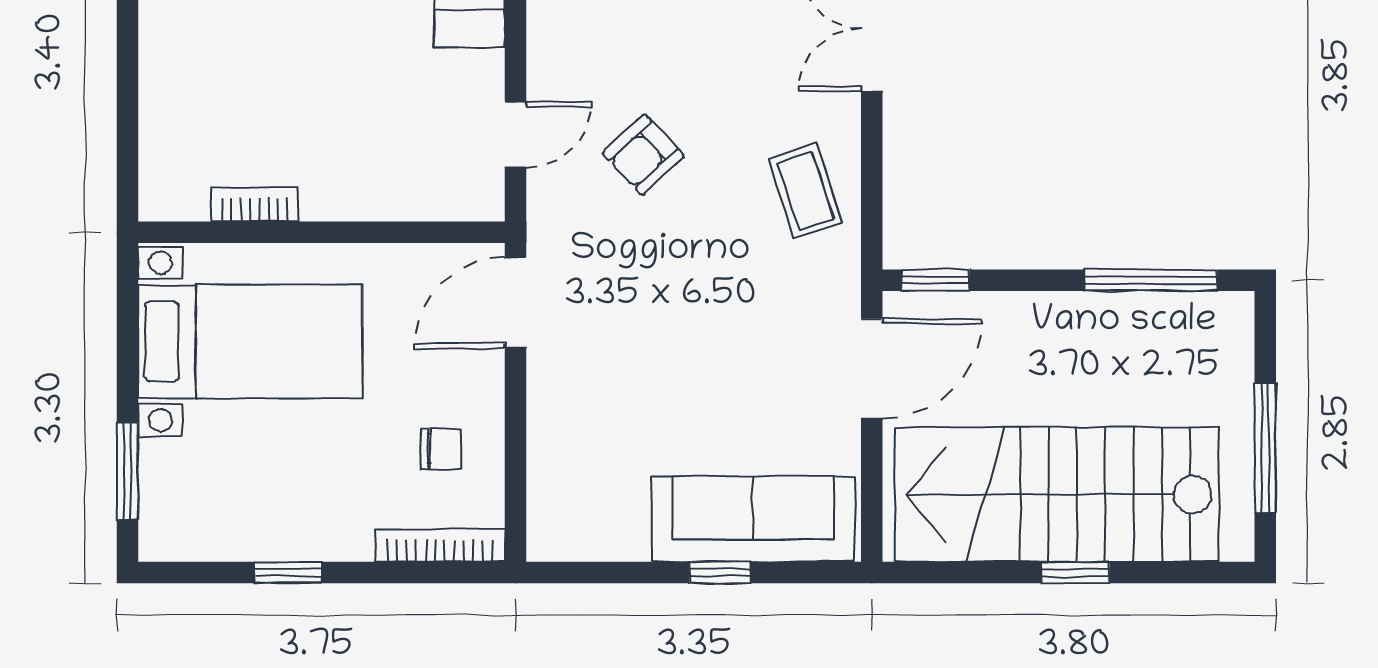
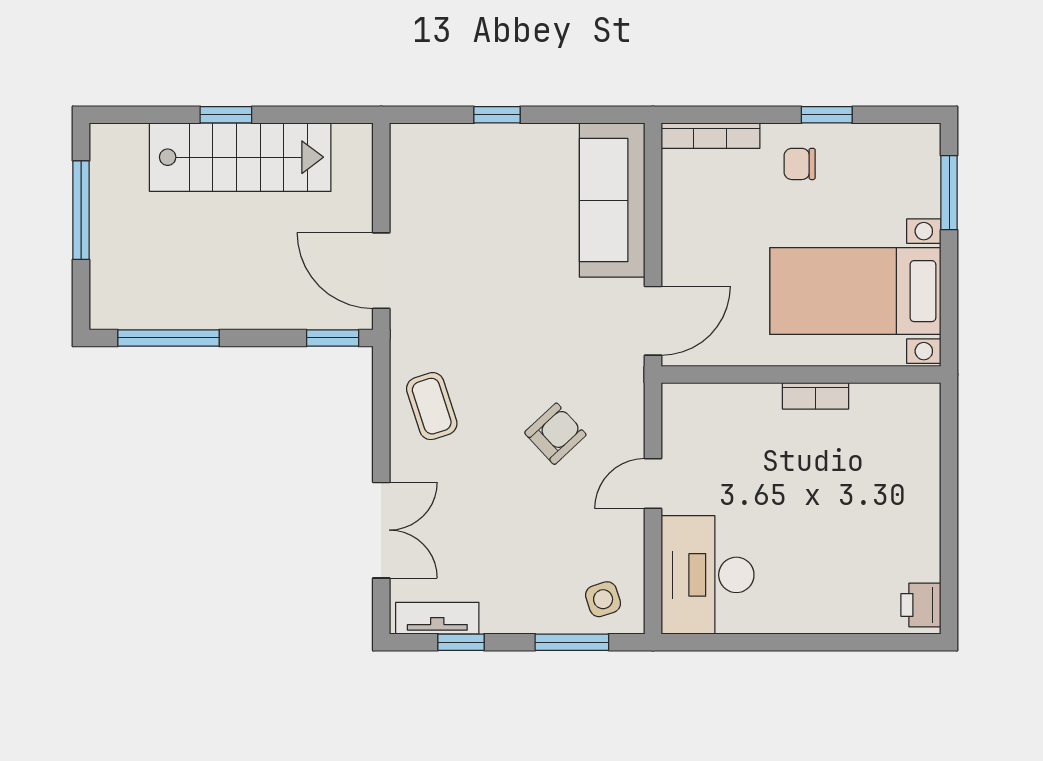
door: (516, 135) -> (653, 483), moved
bookcase: (255, 204) -> (816, 396), moved
door: (872, 369) -> (381, 271), hinge flipped
chair: (441, 449) -> (800, 164), moved
stairs: (1057, 494) -> (240, 157), width x0.73, depth x0.66
sofa: (753, 519) -> (612, 200), moved, turned 90

